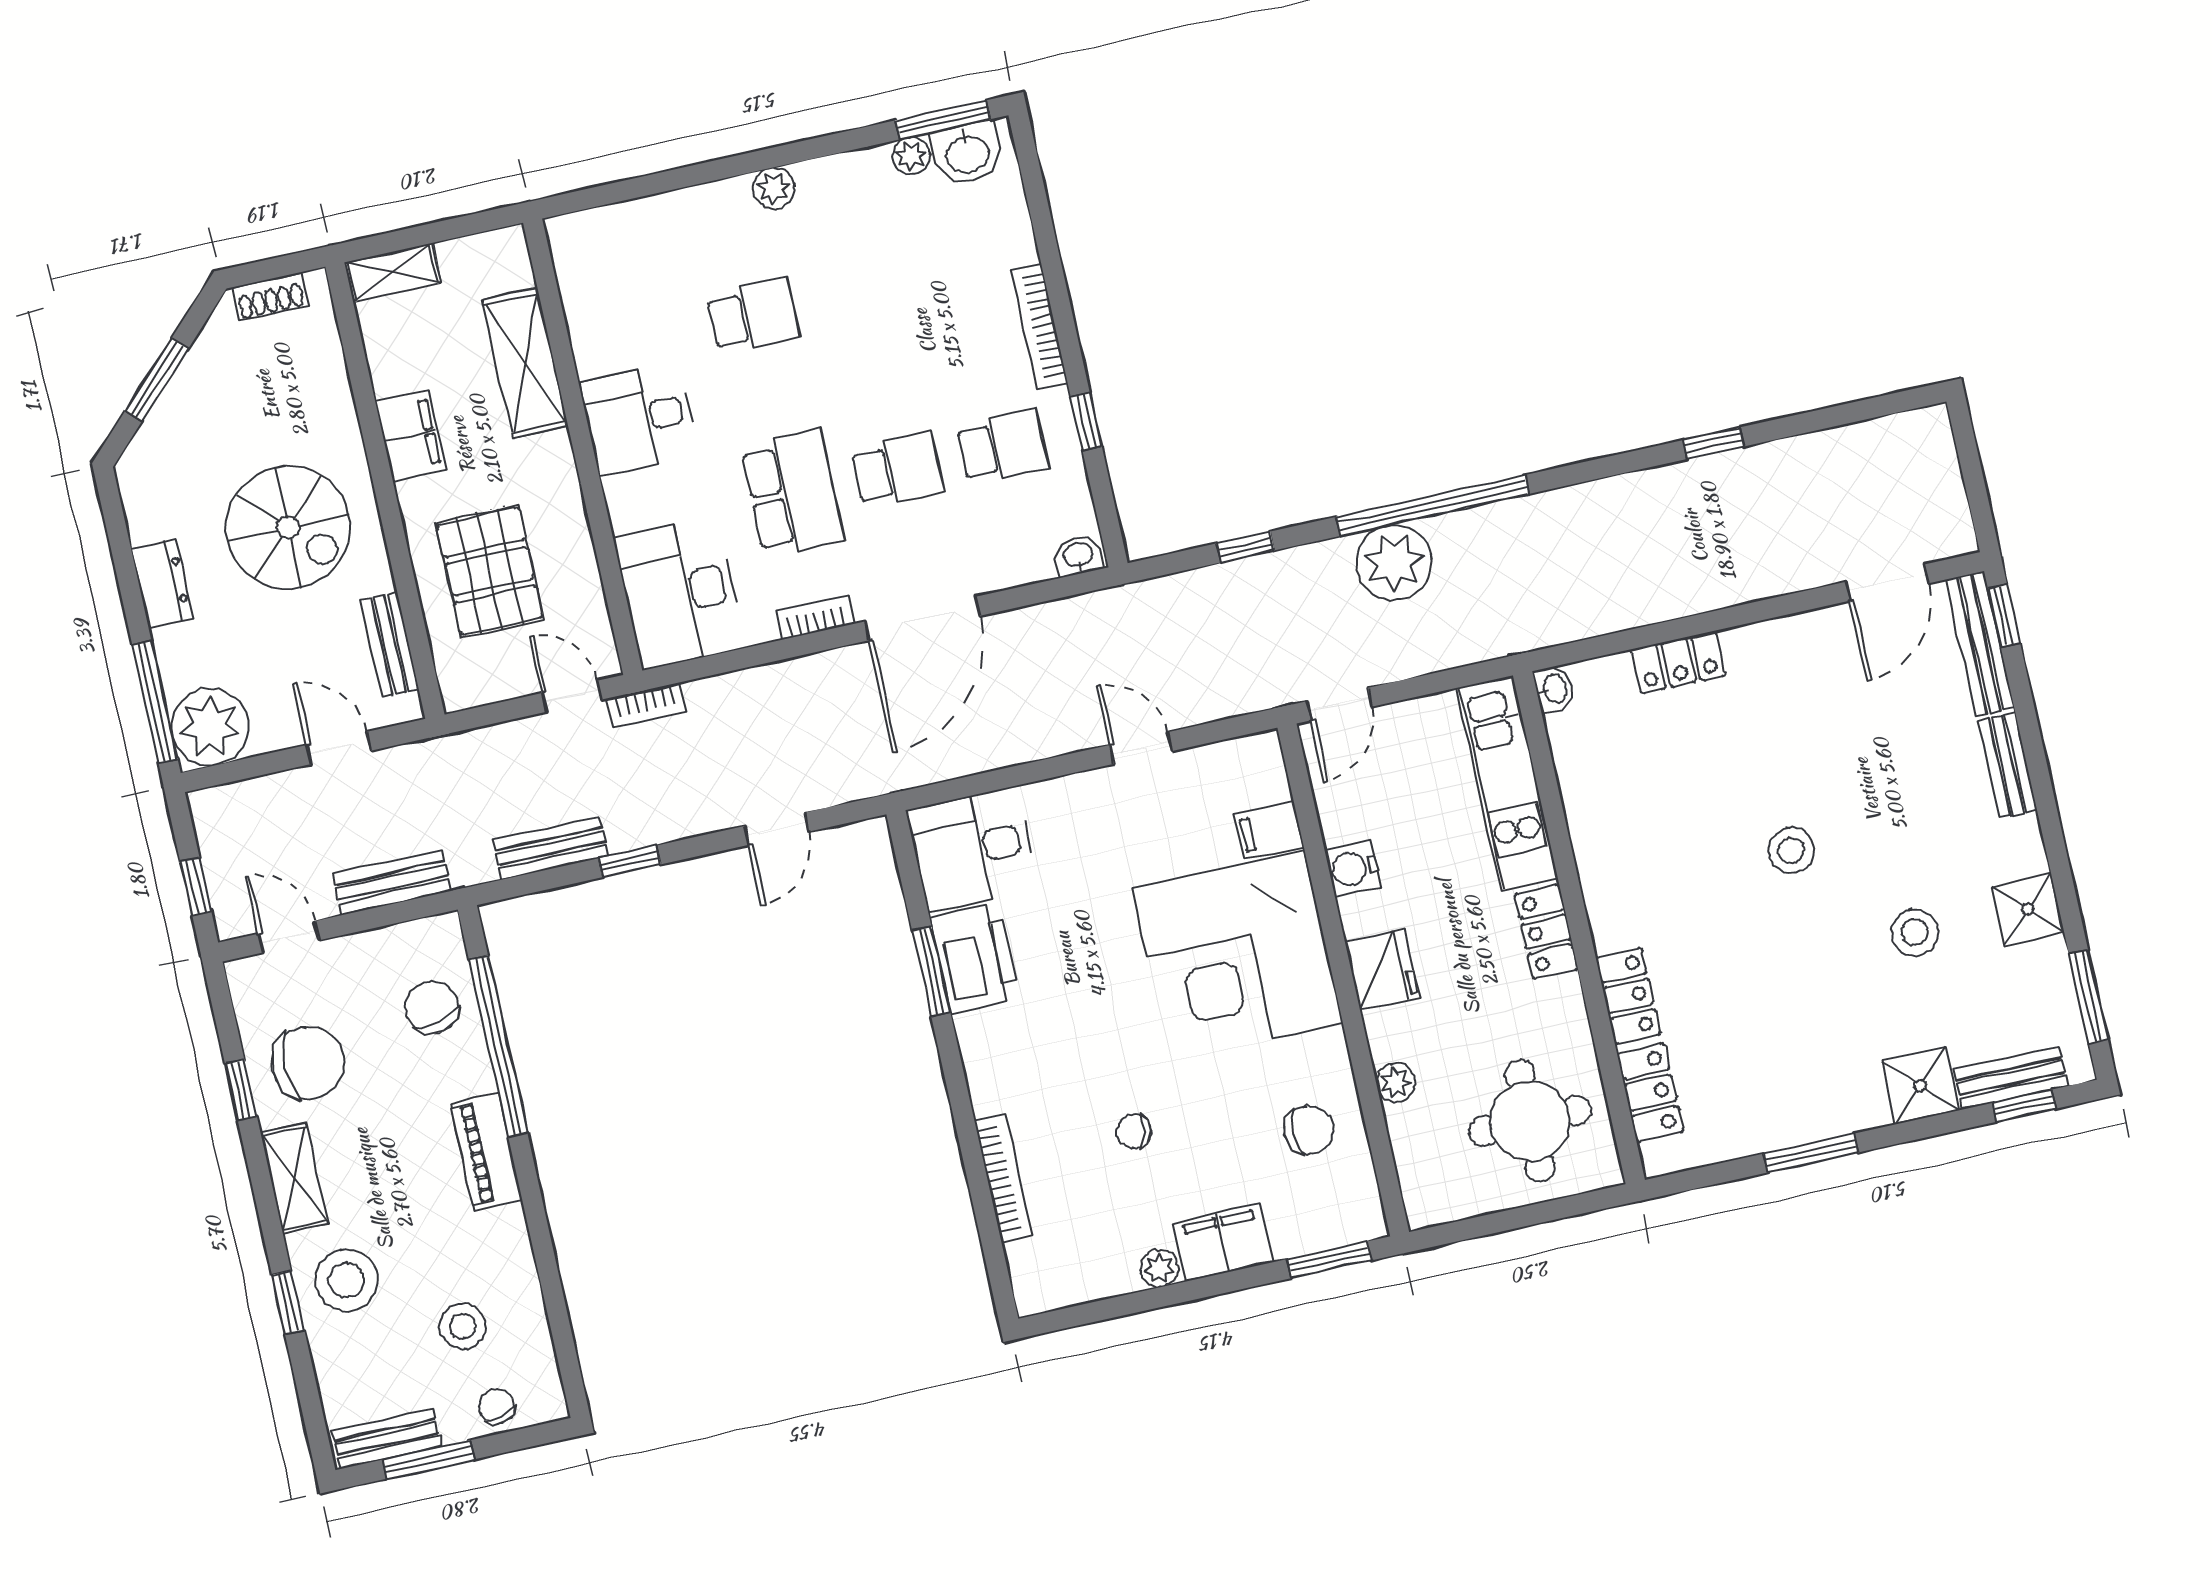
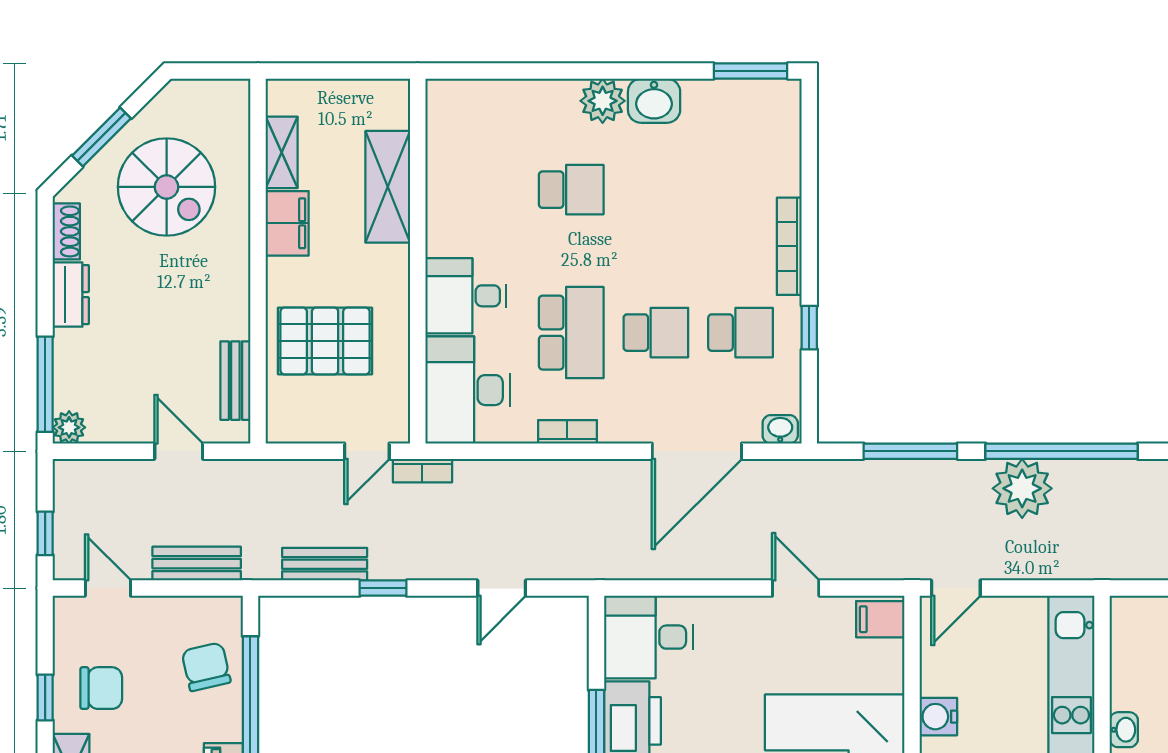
washbasin: (967, 153) -> (654, 101), moved
plant: (911, 156) -> (720, 93), removed
plant: (774, 188) -> (603, 101), width x1.38, depth x1.38
shelving: (393, 272) -> (282, 152), moved, turned 90
shoe rack: (270, 296) -> (66, 231), moved, turned -90
desk: (639, 419) -> (466, 296), moved
spiral stairs: (288, 527) -> (167, 187), moved
window: (1245, 547) -> (910, 451), width x2.17
pallet: (490, 571) -> (325, 341), turned 90
door: (922, 619) -> (697, 451), moved
washbasin: (1554, 689) -> (1124, 730), moved
door: (572, 696) -> (367, 451), swing flipped
plant: (210, 727) -> (69, 427), width x0.53, depth x0.53
filing cabinet: (1269, 830) -> (880, 619), moved
chair: (308, 1063) -> (101, 688), width x0.73, depth x0.73

